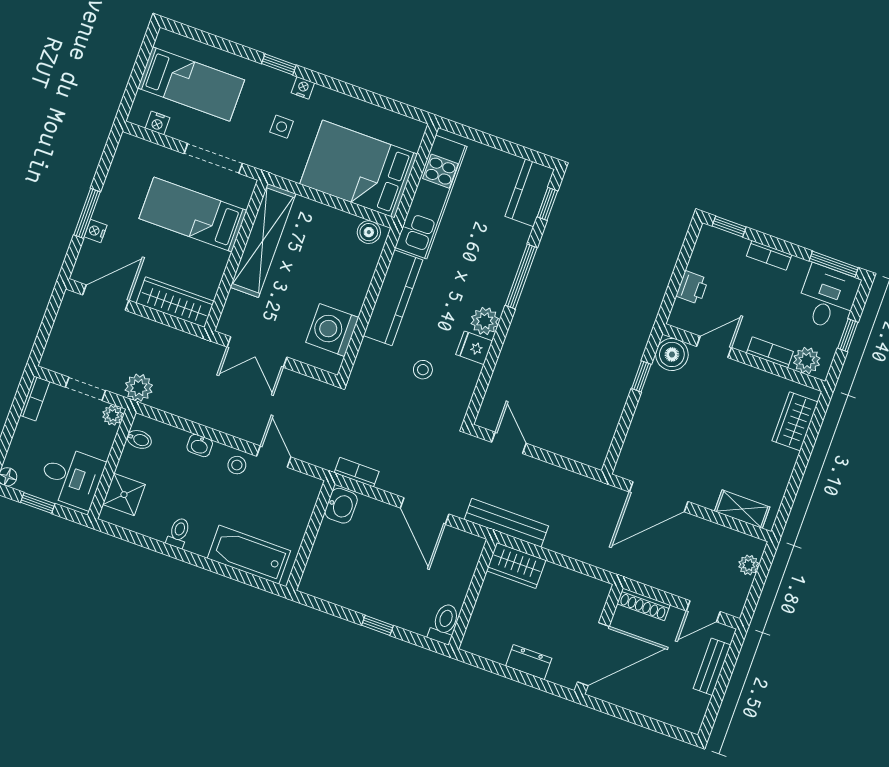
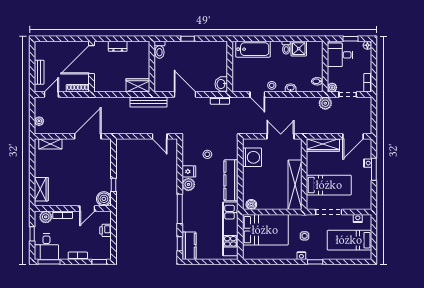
shower: (124, 495) -> (299, 49), moved

